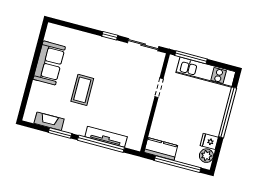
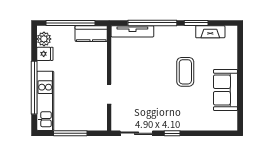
window: (191, 57) -> (70, 133), moved
kitchen unit: (206, 72) -> (45, 101), moved, turned 90
tv unit: (106, 137) -> (132, 31), moved

